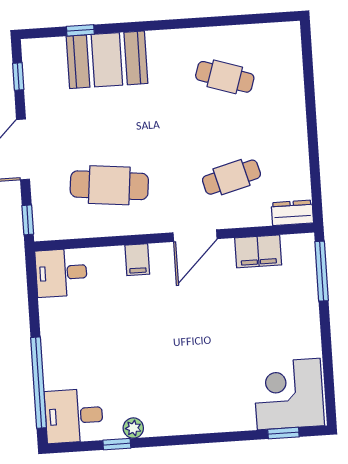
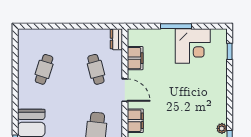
filing cabinet: (137, 260) -> (135, 121), width x2.00
window: (322, 271) -> (176, 26), moved
corner desk: (289, 394) -> (193, 46), moved, turned -90

